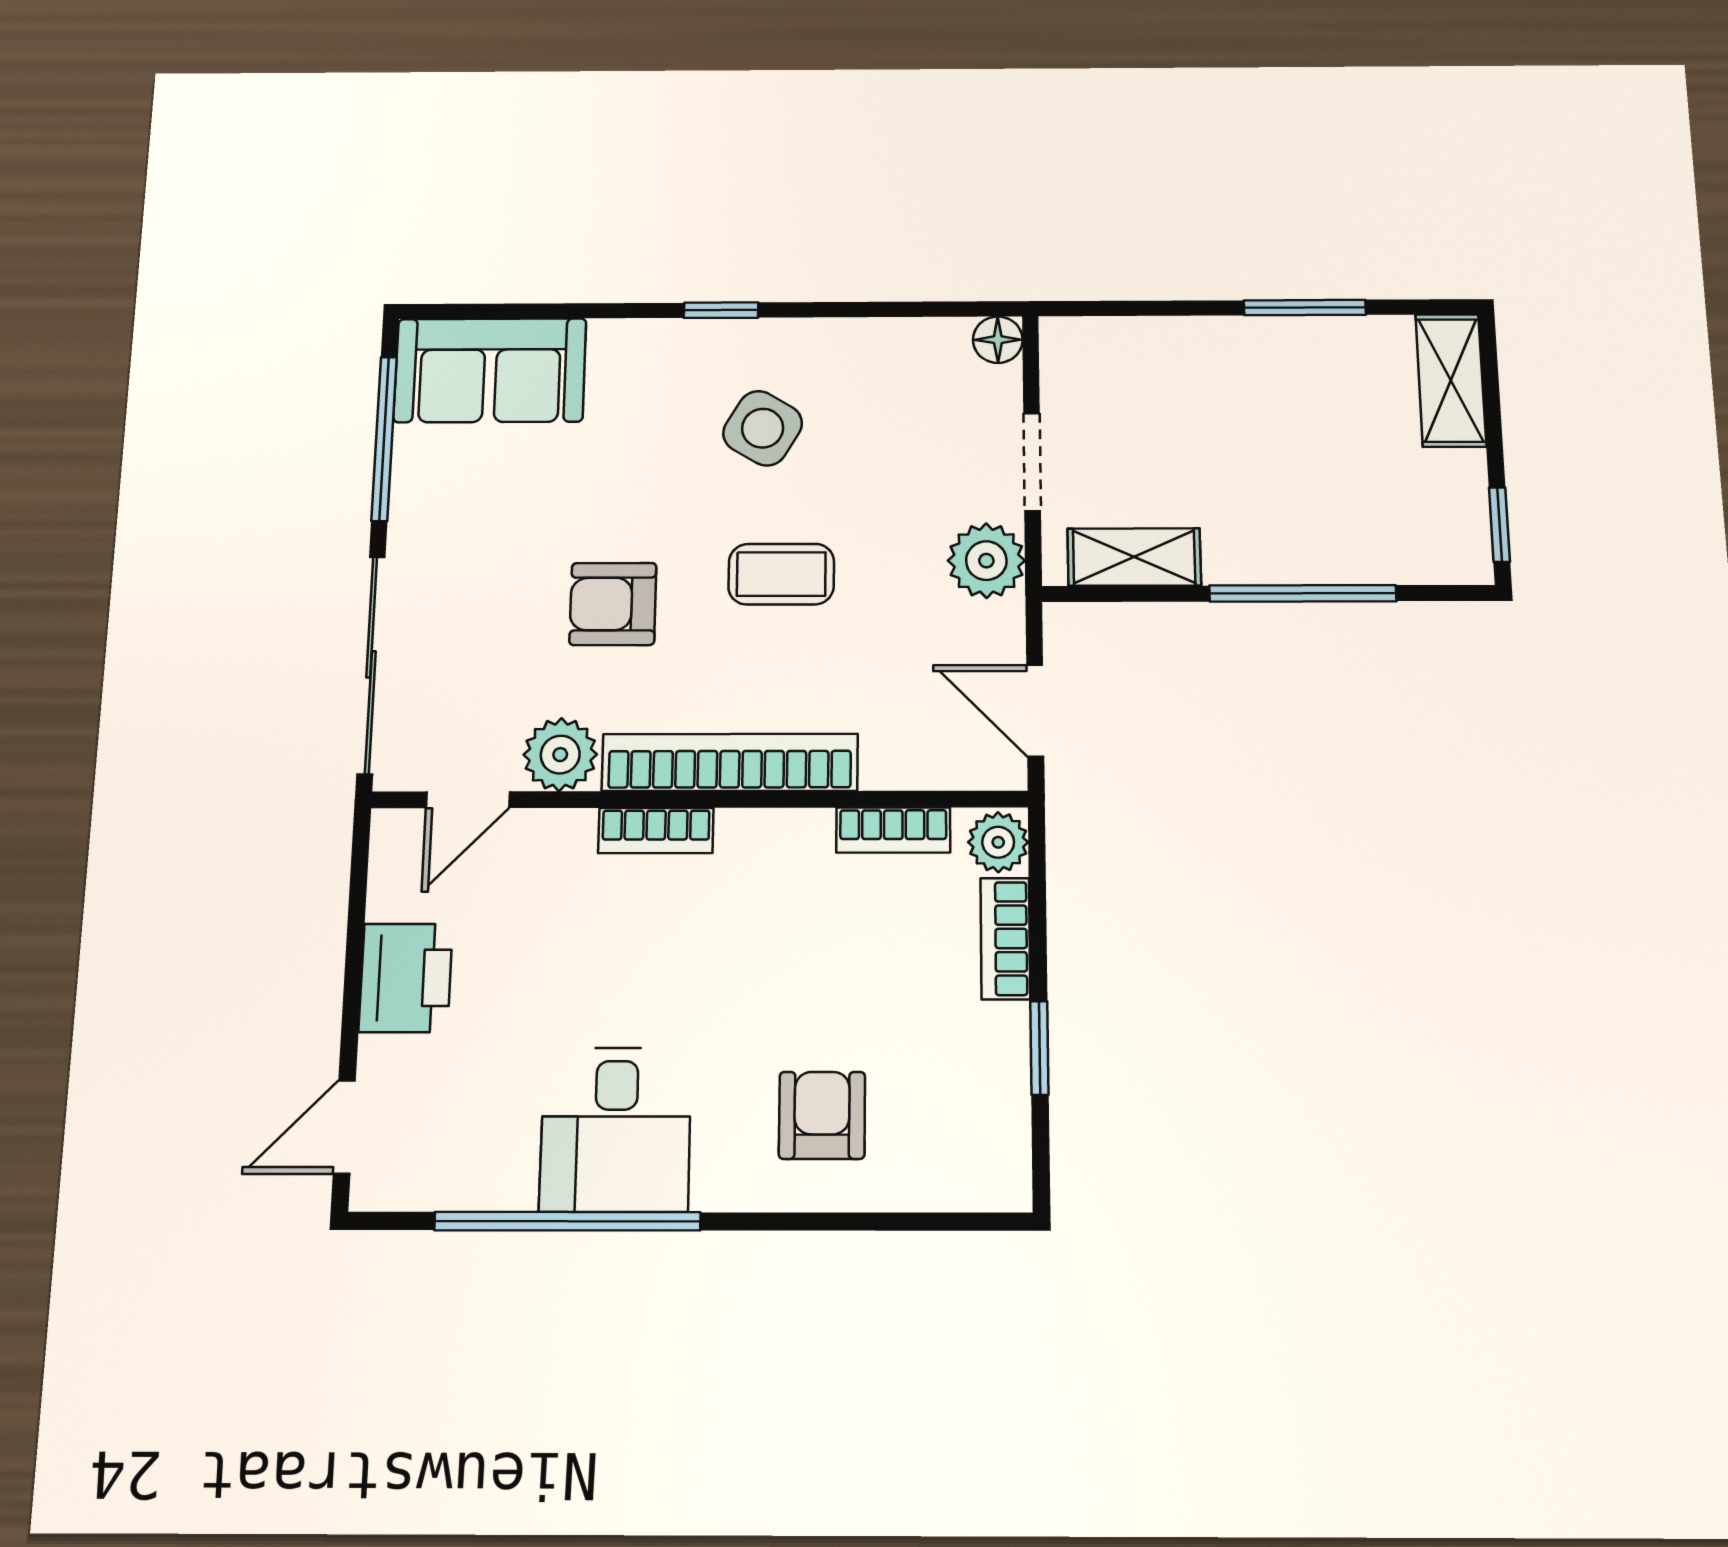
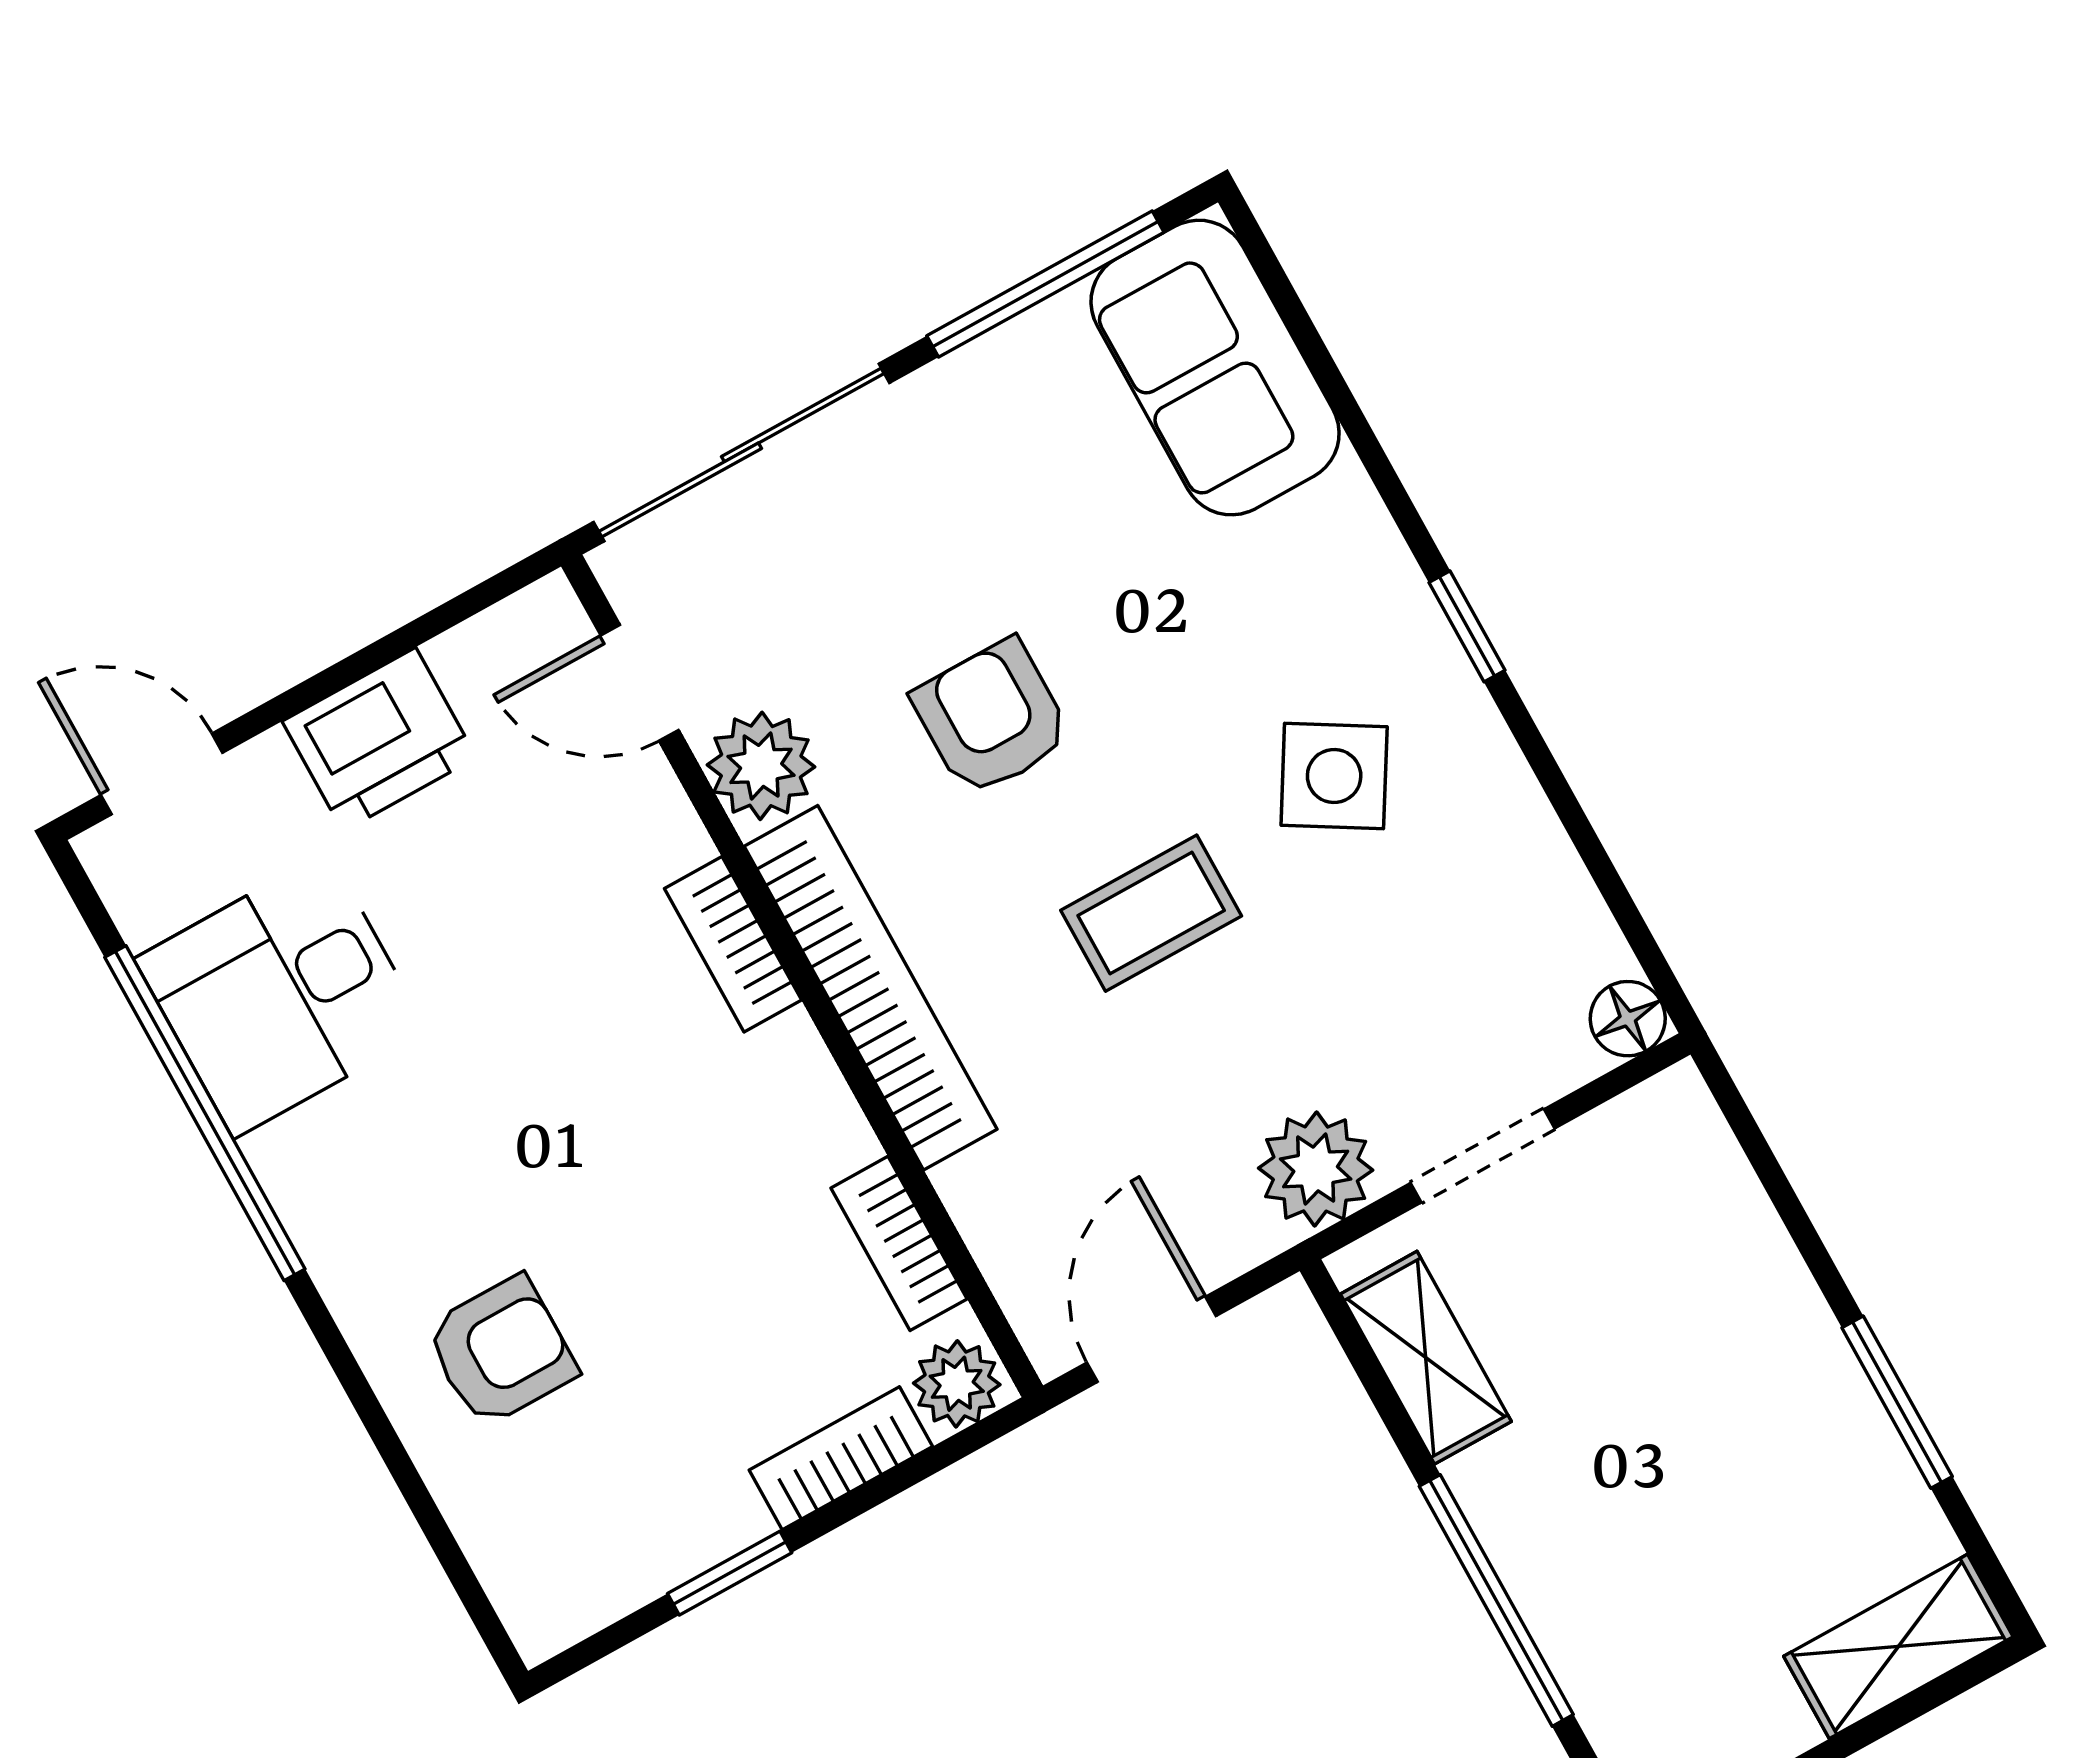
coffee table: (781, 574) -> (1151, 913), turned 90
desk: (616, 1129) -> (281, 995), moved

